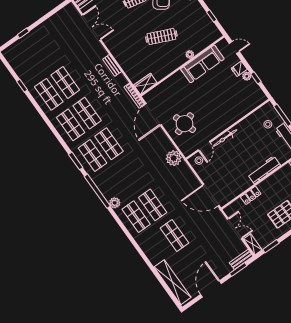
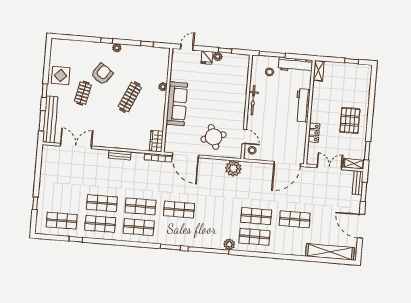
sofa: (202, 64) -> (177, 104), moved
bicycle: (225, 138) -> (253, 100), moved
shop shelf: (92, 156) -> (62, 221), moved

